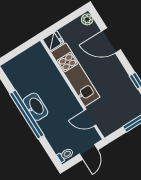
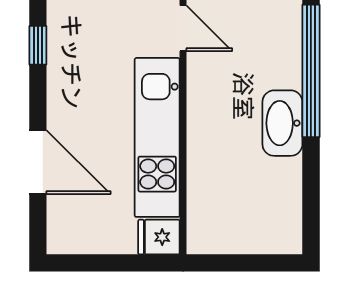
plant: (87, 19) -> (60, 237), removed
window: (27, 115) -> (311, 71), moved

